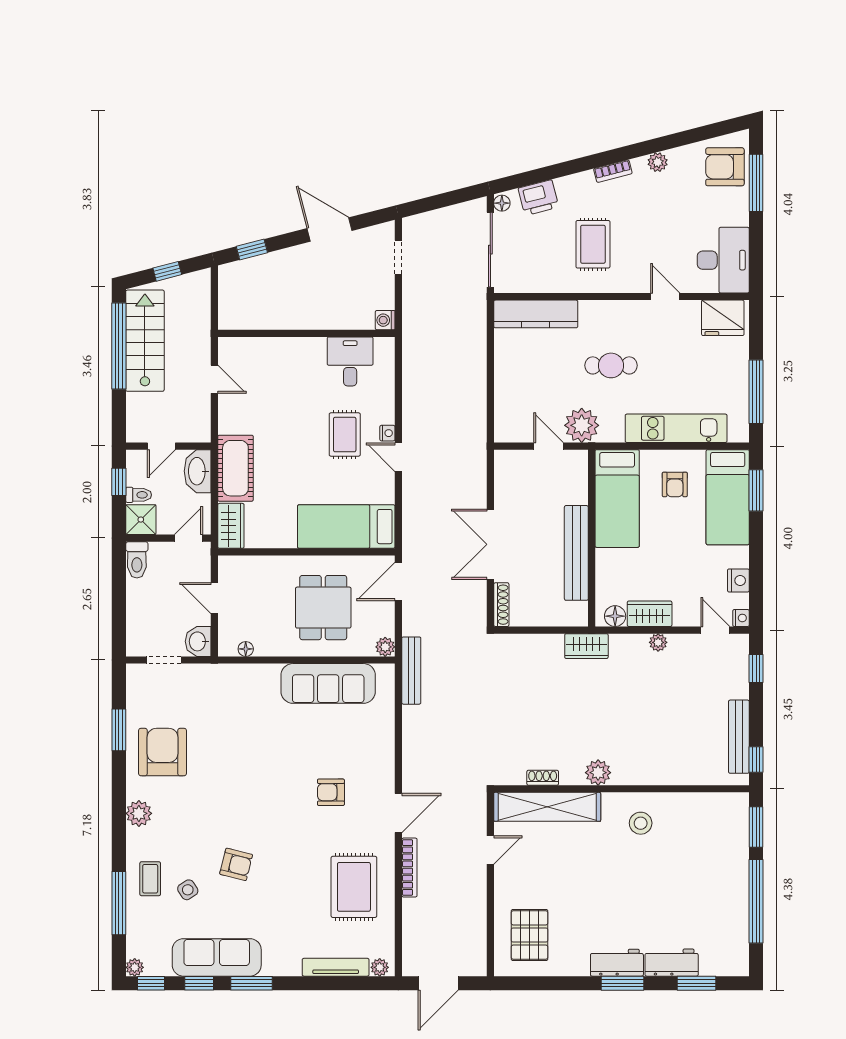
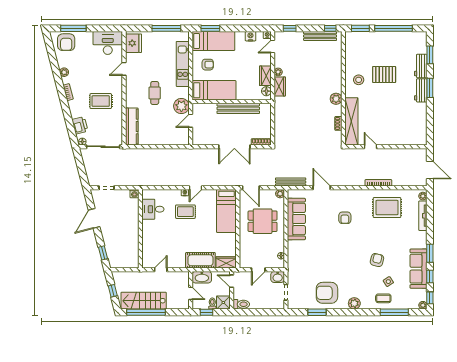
wardrobe: (586, 646) -> (280, 86), moved
door: (398, 813) -> (322, 188), moved
pallet: (530, 935) -> (384, 74), moved

